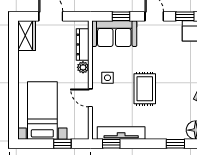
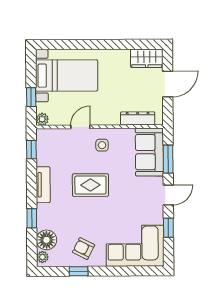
window: (121, 16) -> (168, 159), width x1.50
plant: (83, 67) -> (42, 119), moved
tv unit: (121, 133) -> (43, 185), moved, width x0.71

